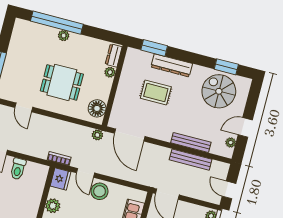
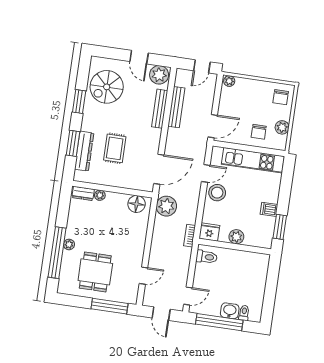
window: (154, 48) -> (73, 143), moved
dresser: (172, 65) -> (84, 151), moved
window: (226, 67) -> (79, 102), moved
dining table: (62, 82) -> (95, 272), moved
plant: (97, 135) -> (166, 206), width x1.87, depth x1.87
plant: (231, 143) -> (159, 75), width x1.88, depth x1.88
toilet: (18, 169) -> (207, 257), moved
door: (86, 173) -> (206, 173), moved

